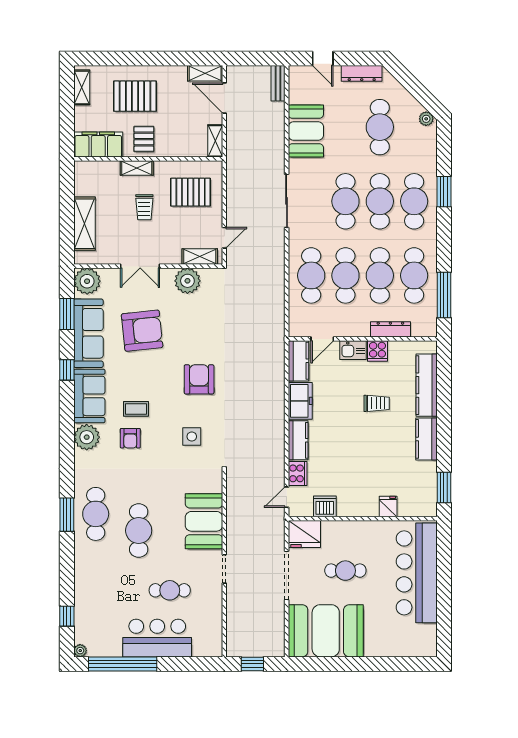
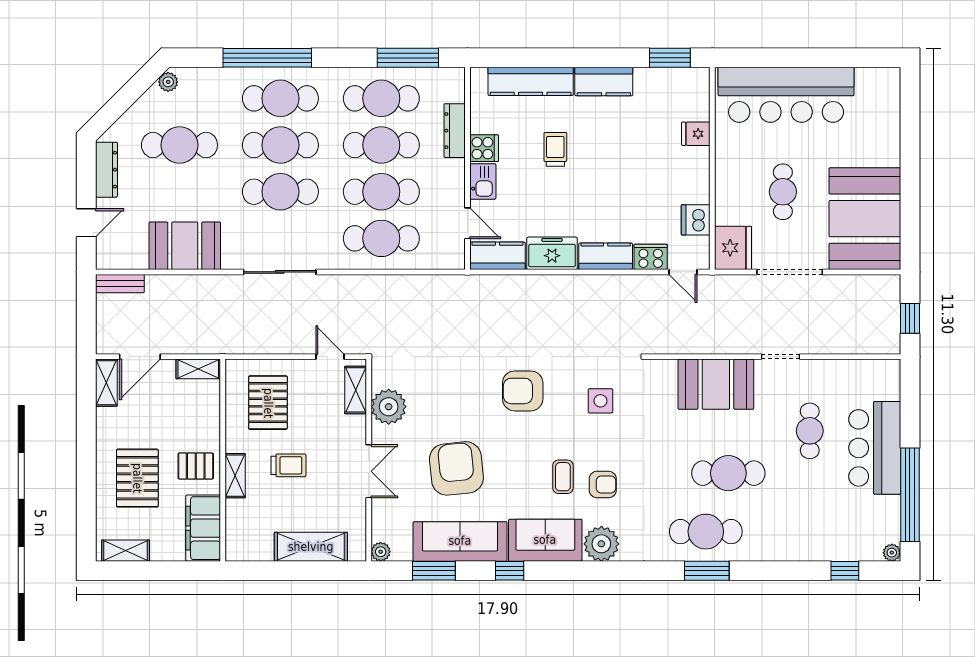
window: (444, 192) -> (267, 58), width x2.11
plant: (87, 281) -> (381, 552), width x0.53, depth x0.53

